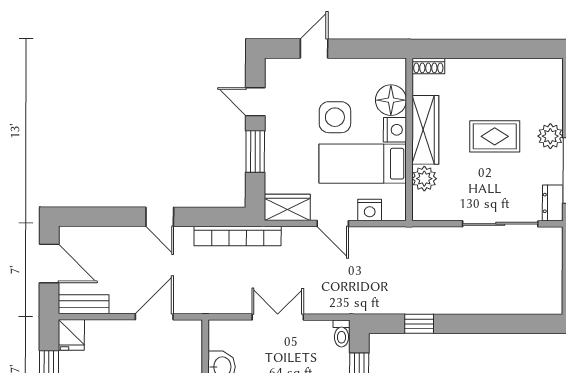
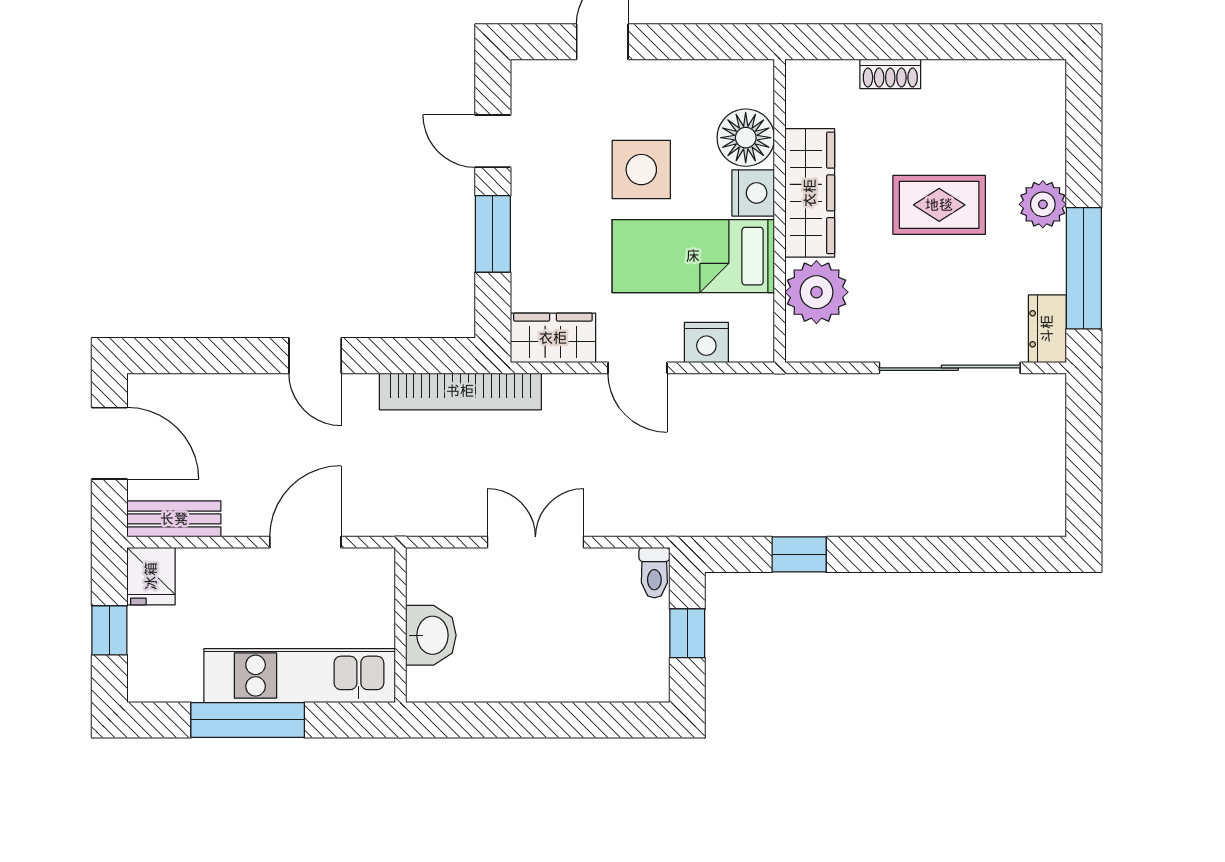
shoe rack: (428, 66) -> (890, 74), moved
plant: (424, 179) -> (816, 292), width x1.36, depth x1.36

